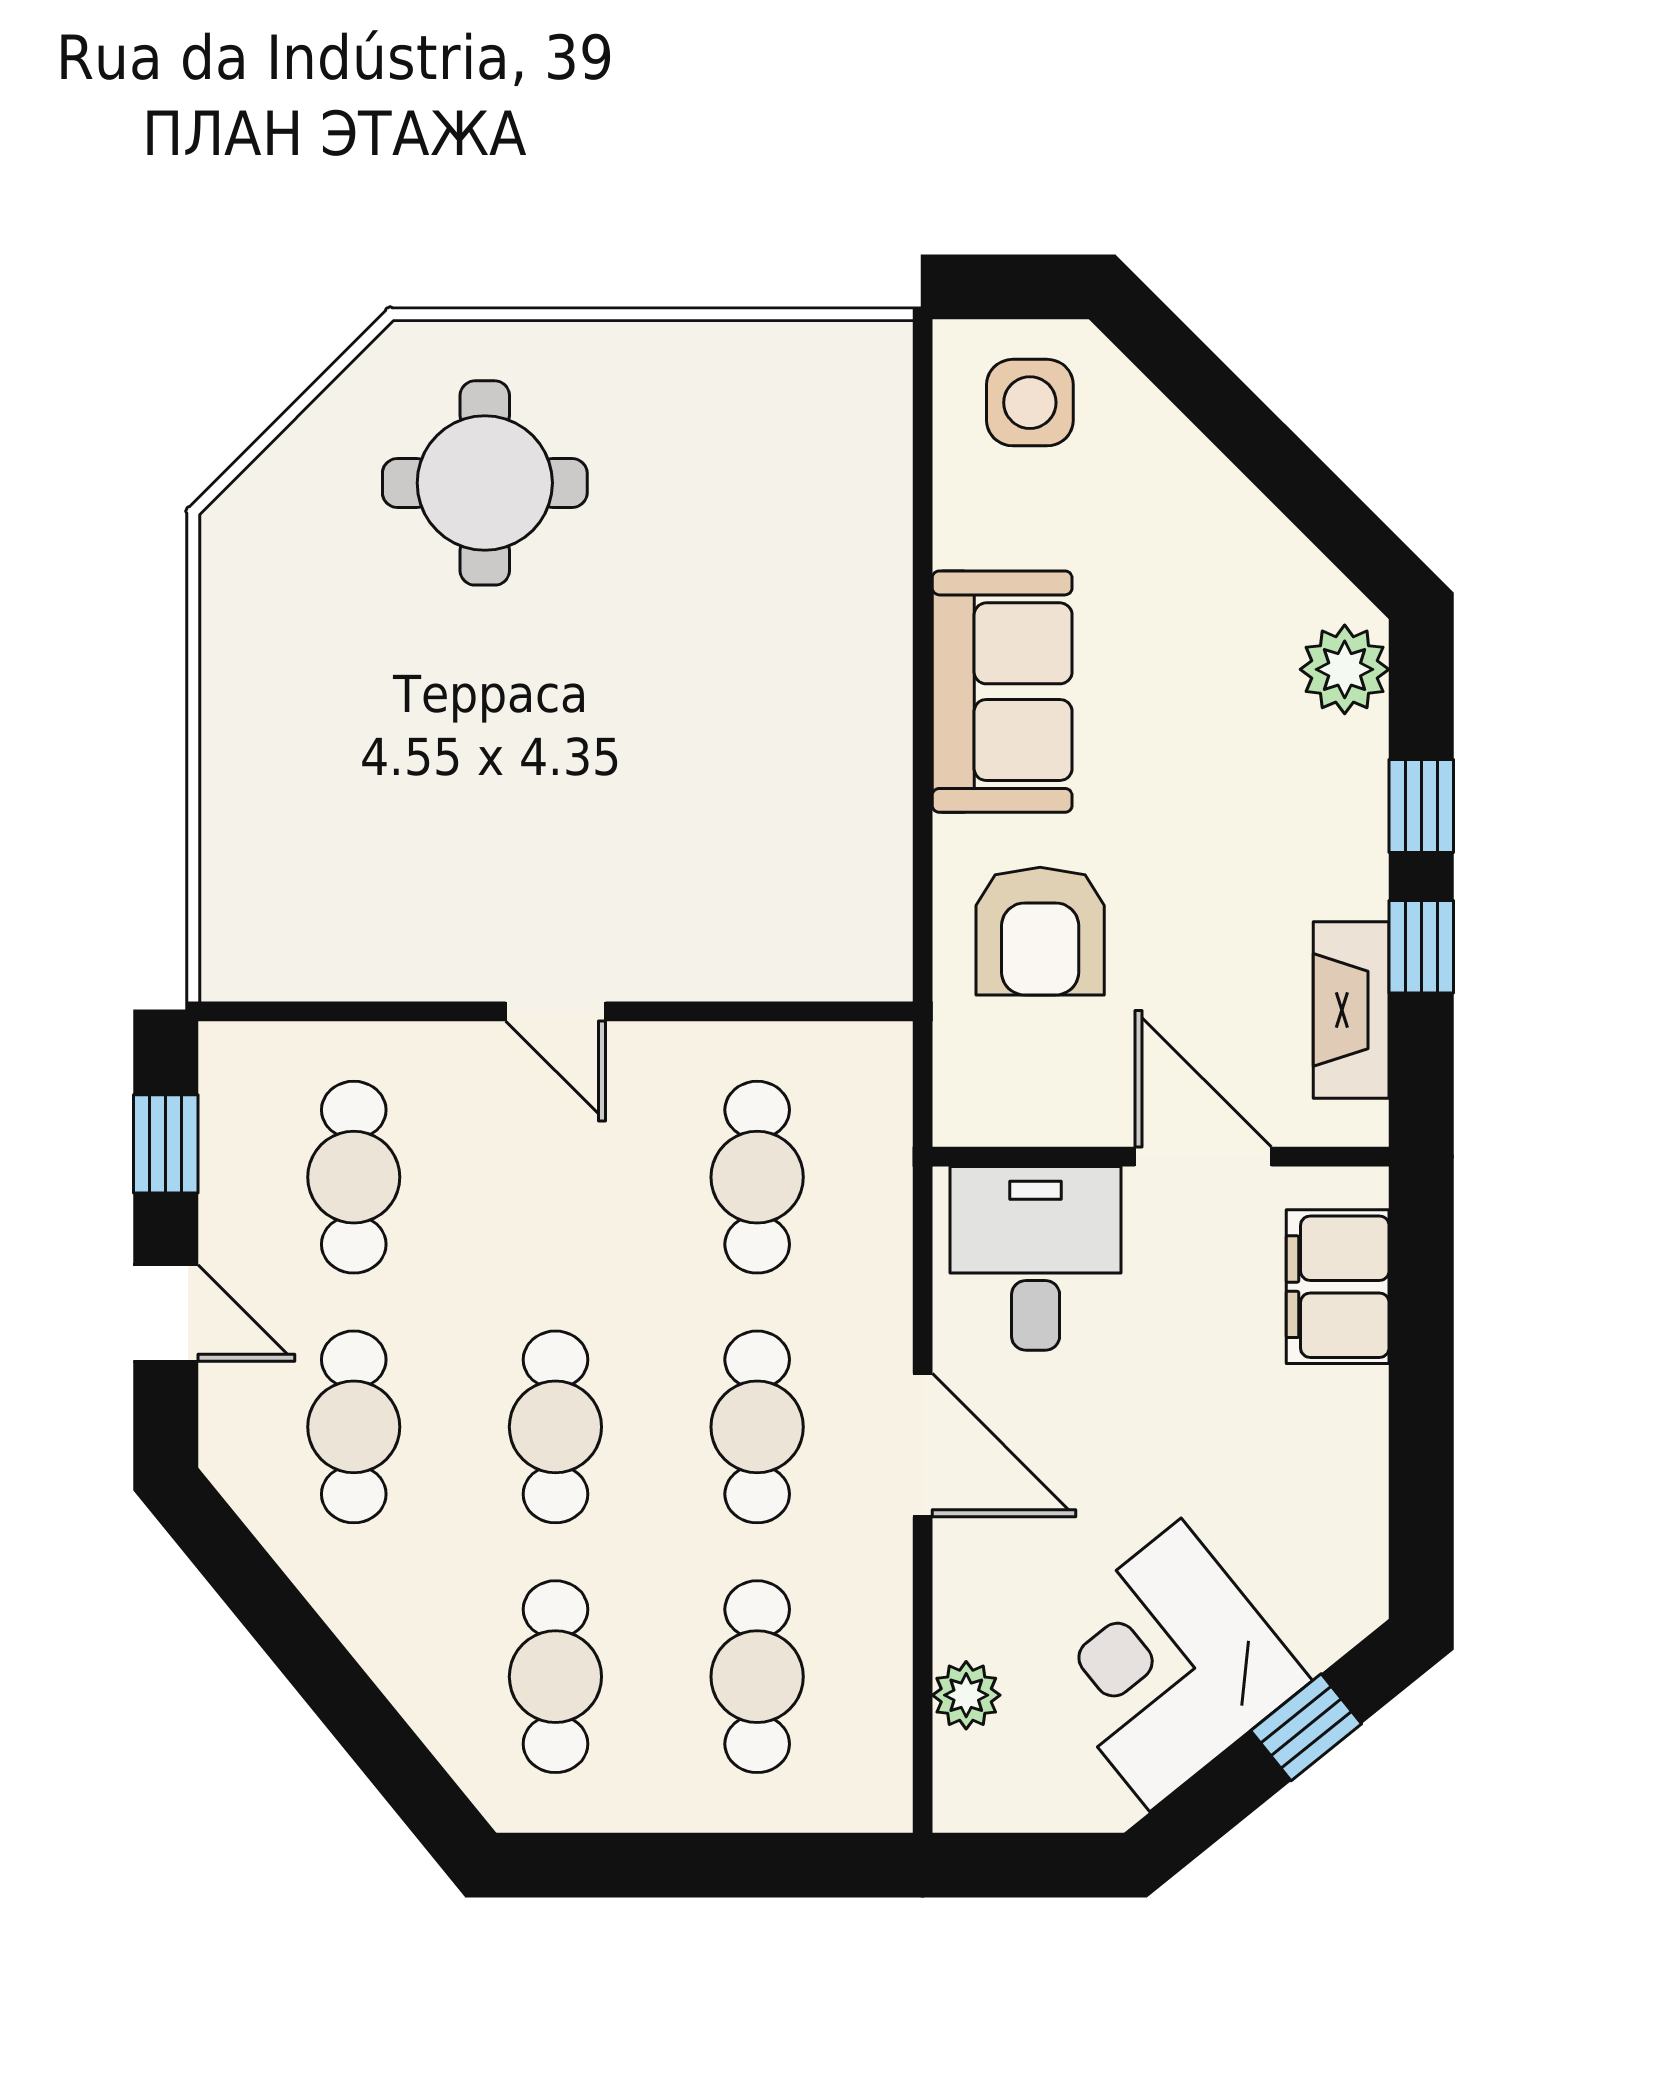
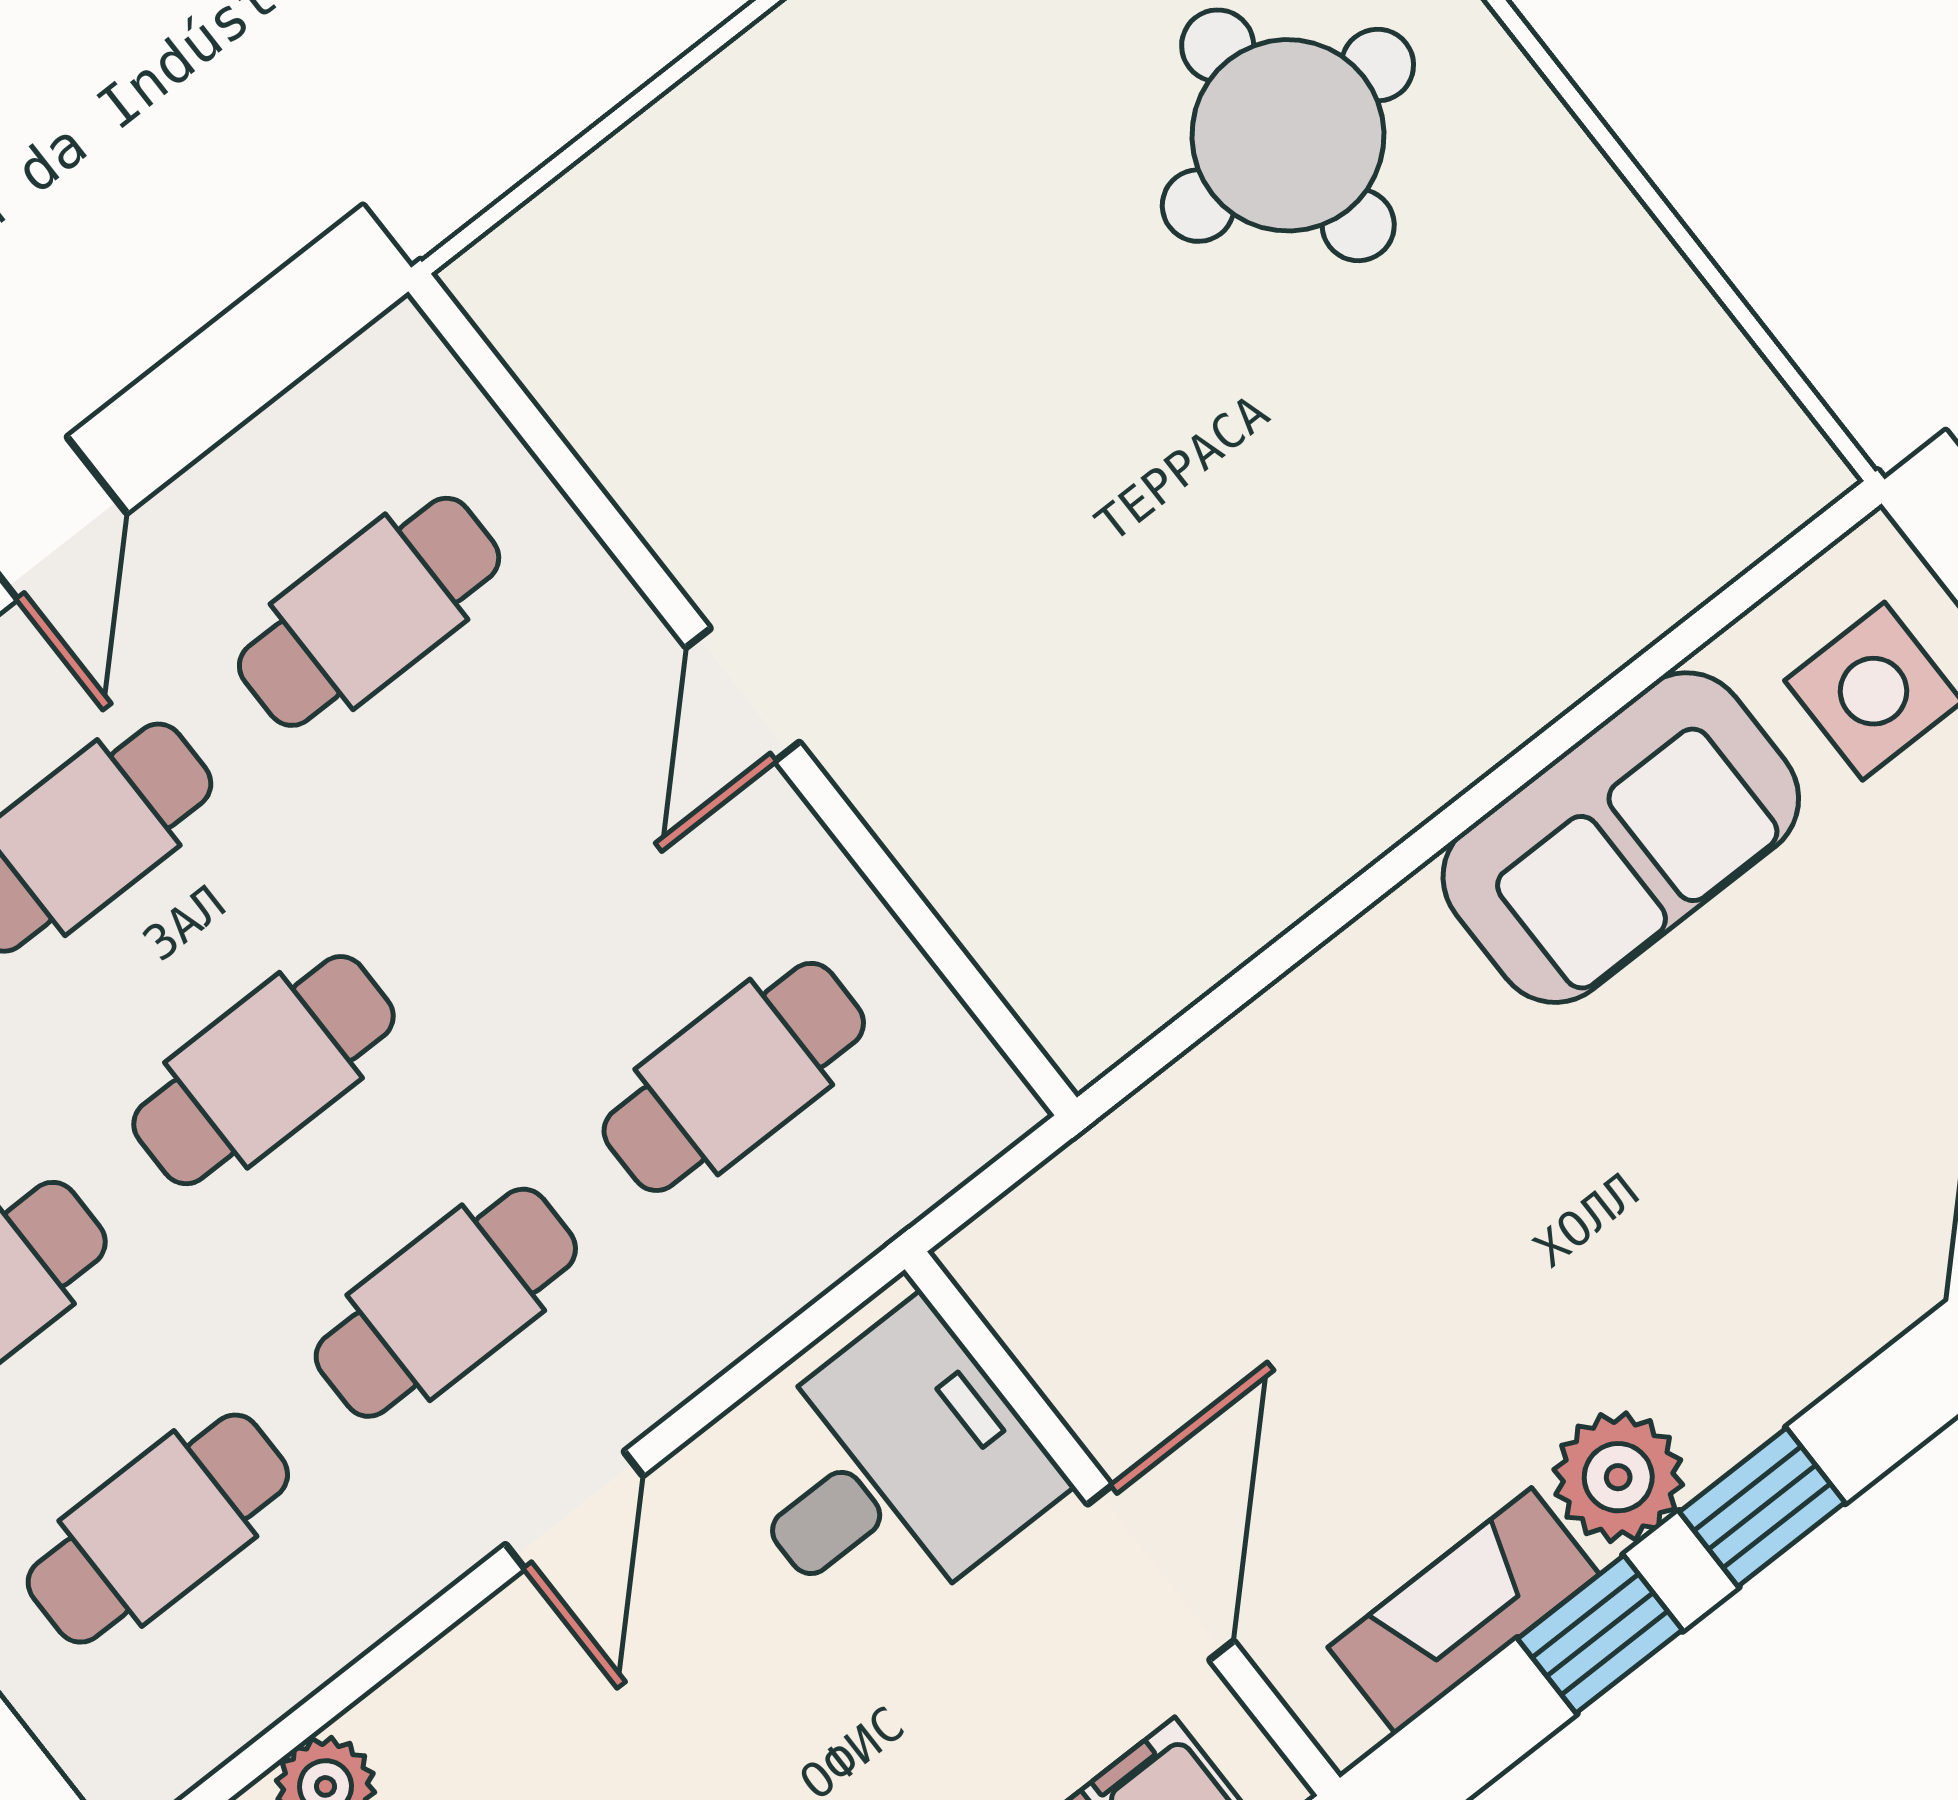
plant: (1345, 669) -> (1618, 1477), moved
sofa: (1002, 692) -> (1621, 838), moved
armchair: (1040, 931) -> (1273, 1181), removed
window: (166, 1144) -> (237, 365), removed
door: (923, 1445) -> (574, 1510), width x0.73

